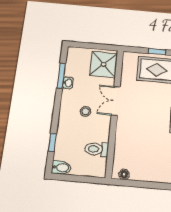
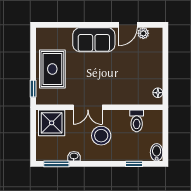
window: (157, 52) -> (33, 89), moved
window: (61, 76) -> (56, 164), moved
stool: (86, 111) -> (101, 136), width x1.89, depth x1.89

